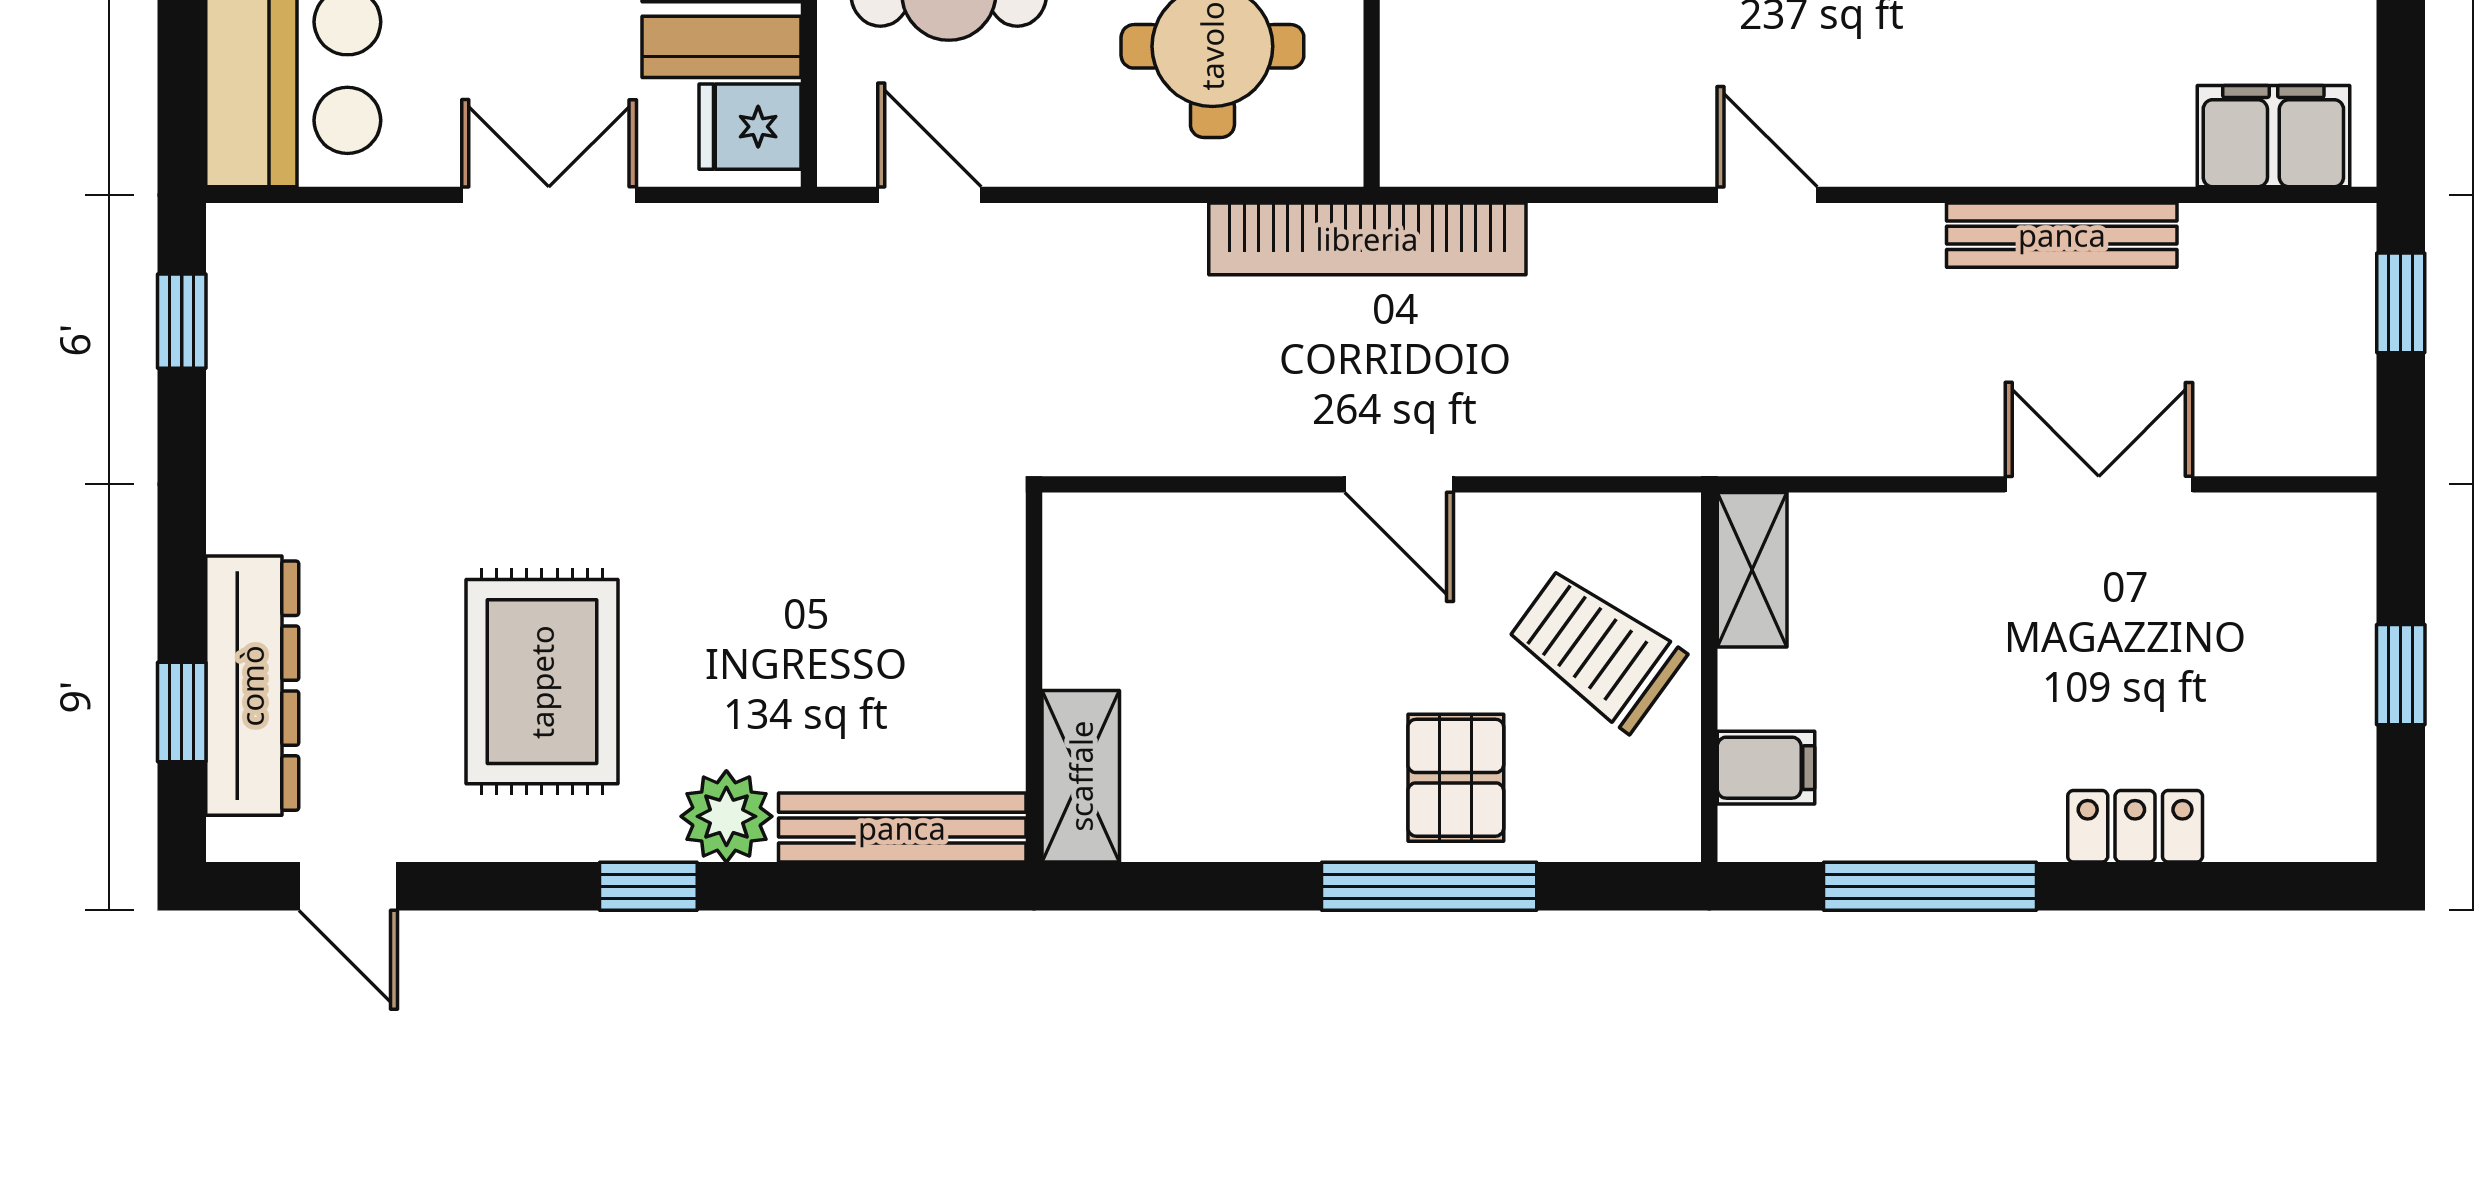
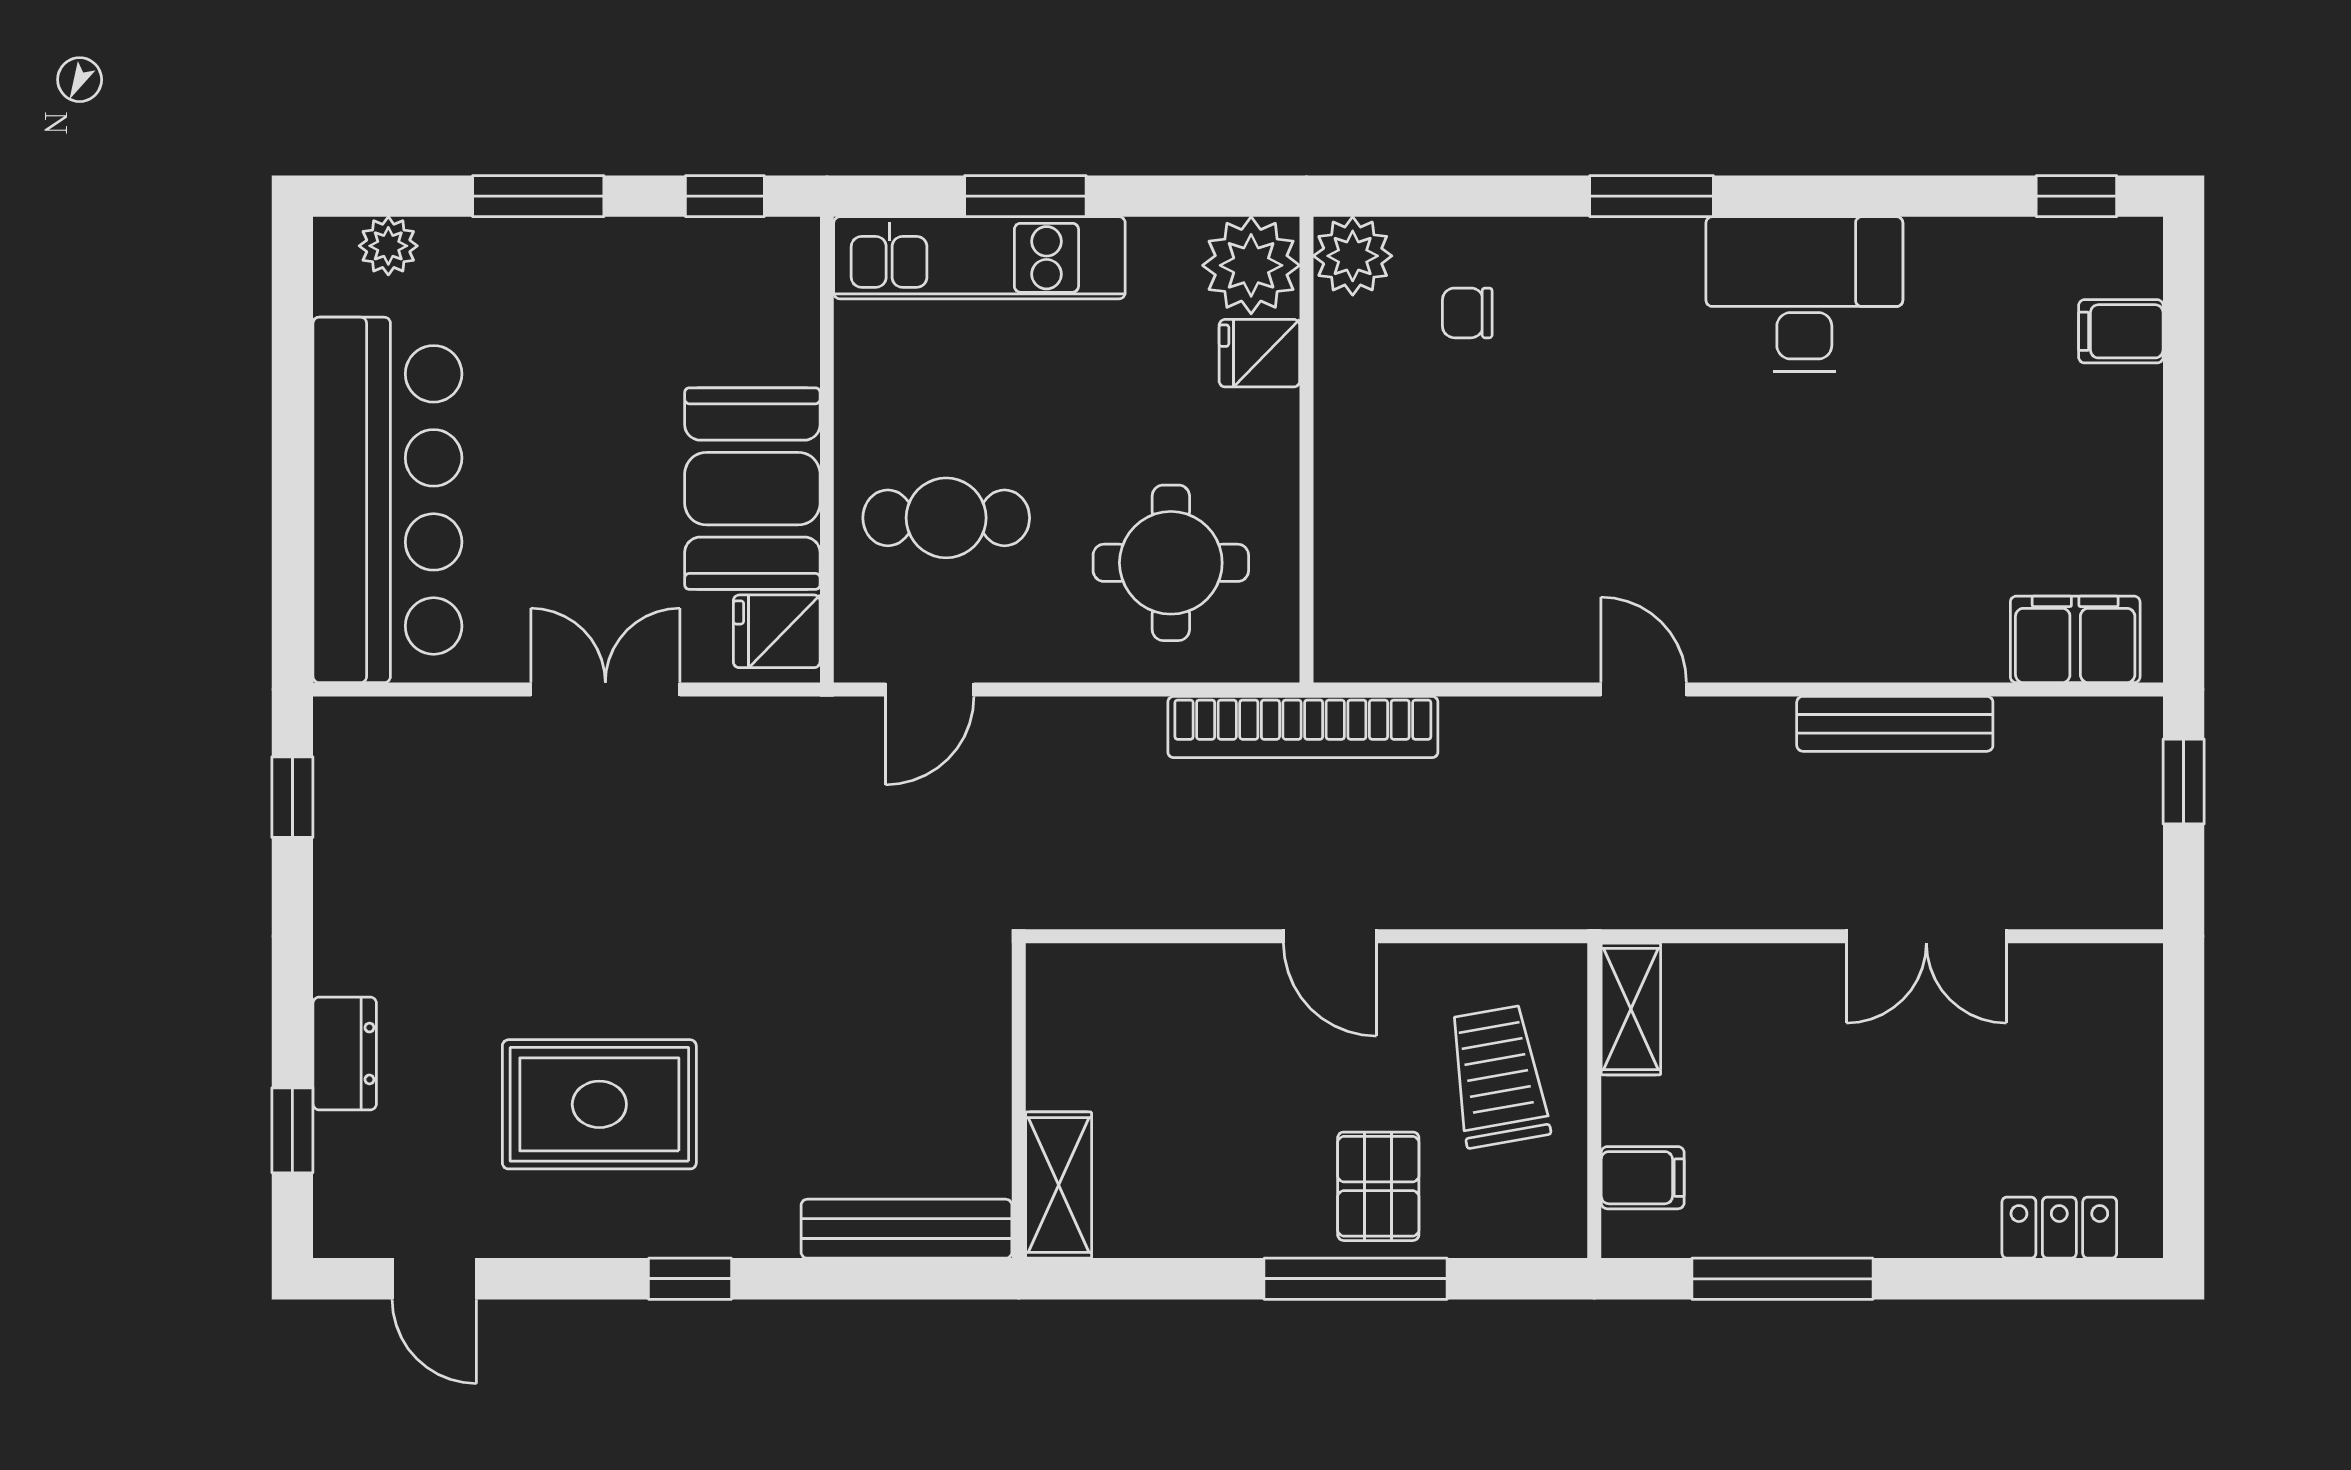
door: (930, 195) -> (930, 690), swing flipped
double door: (2099, 484) -> (1926, 936), swing flipped
trolley: (1596, 649) -> (1498, 1077), turned 44
window: (2401, 675) -> (2184, 1098), removed
rug: (542, 682) -> (599, 1104), turned 90
dresser: (252, 686) -> (345, 1053), width x0.51, depth x0.80
plant: (726, 816) -> (757, 1219), removed
locker: (2135, 826) -> (2059, 1228), moved

